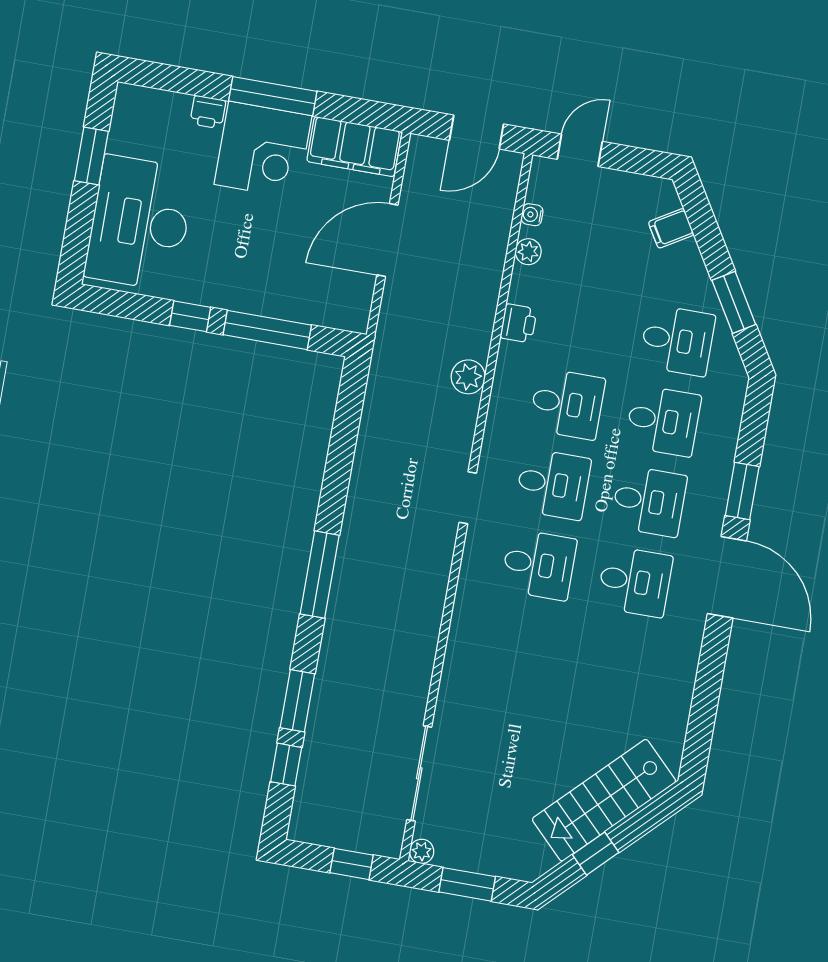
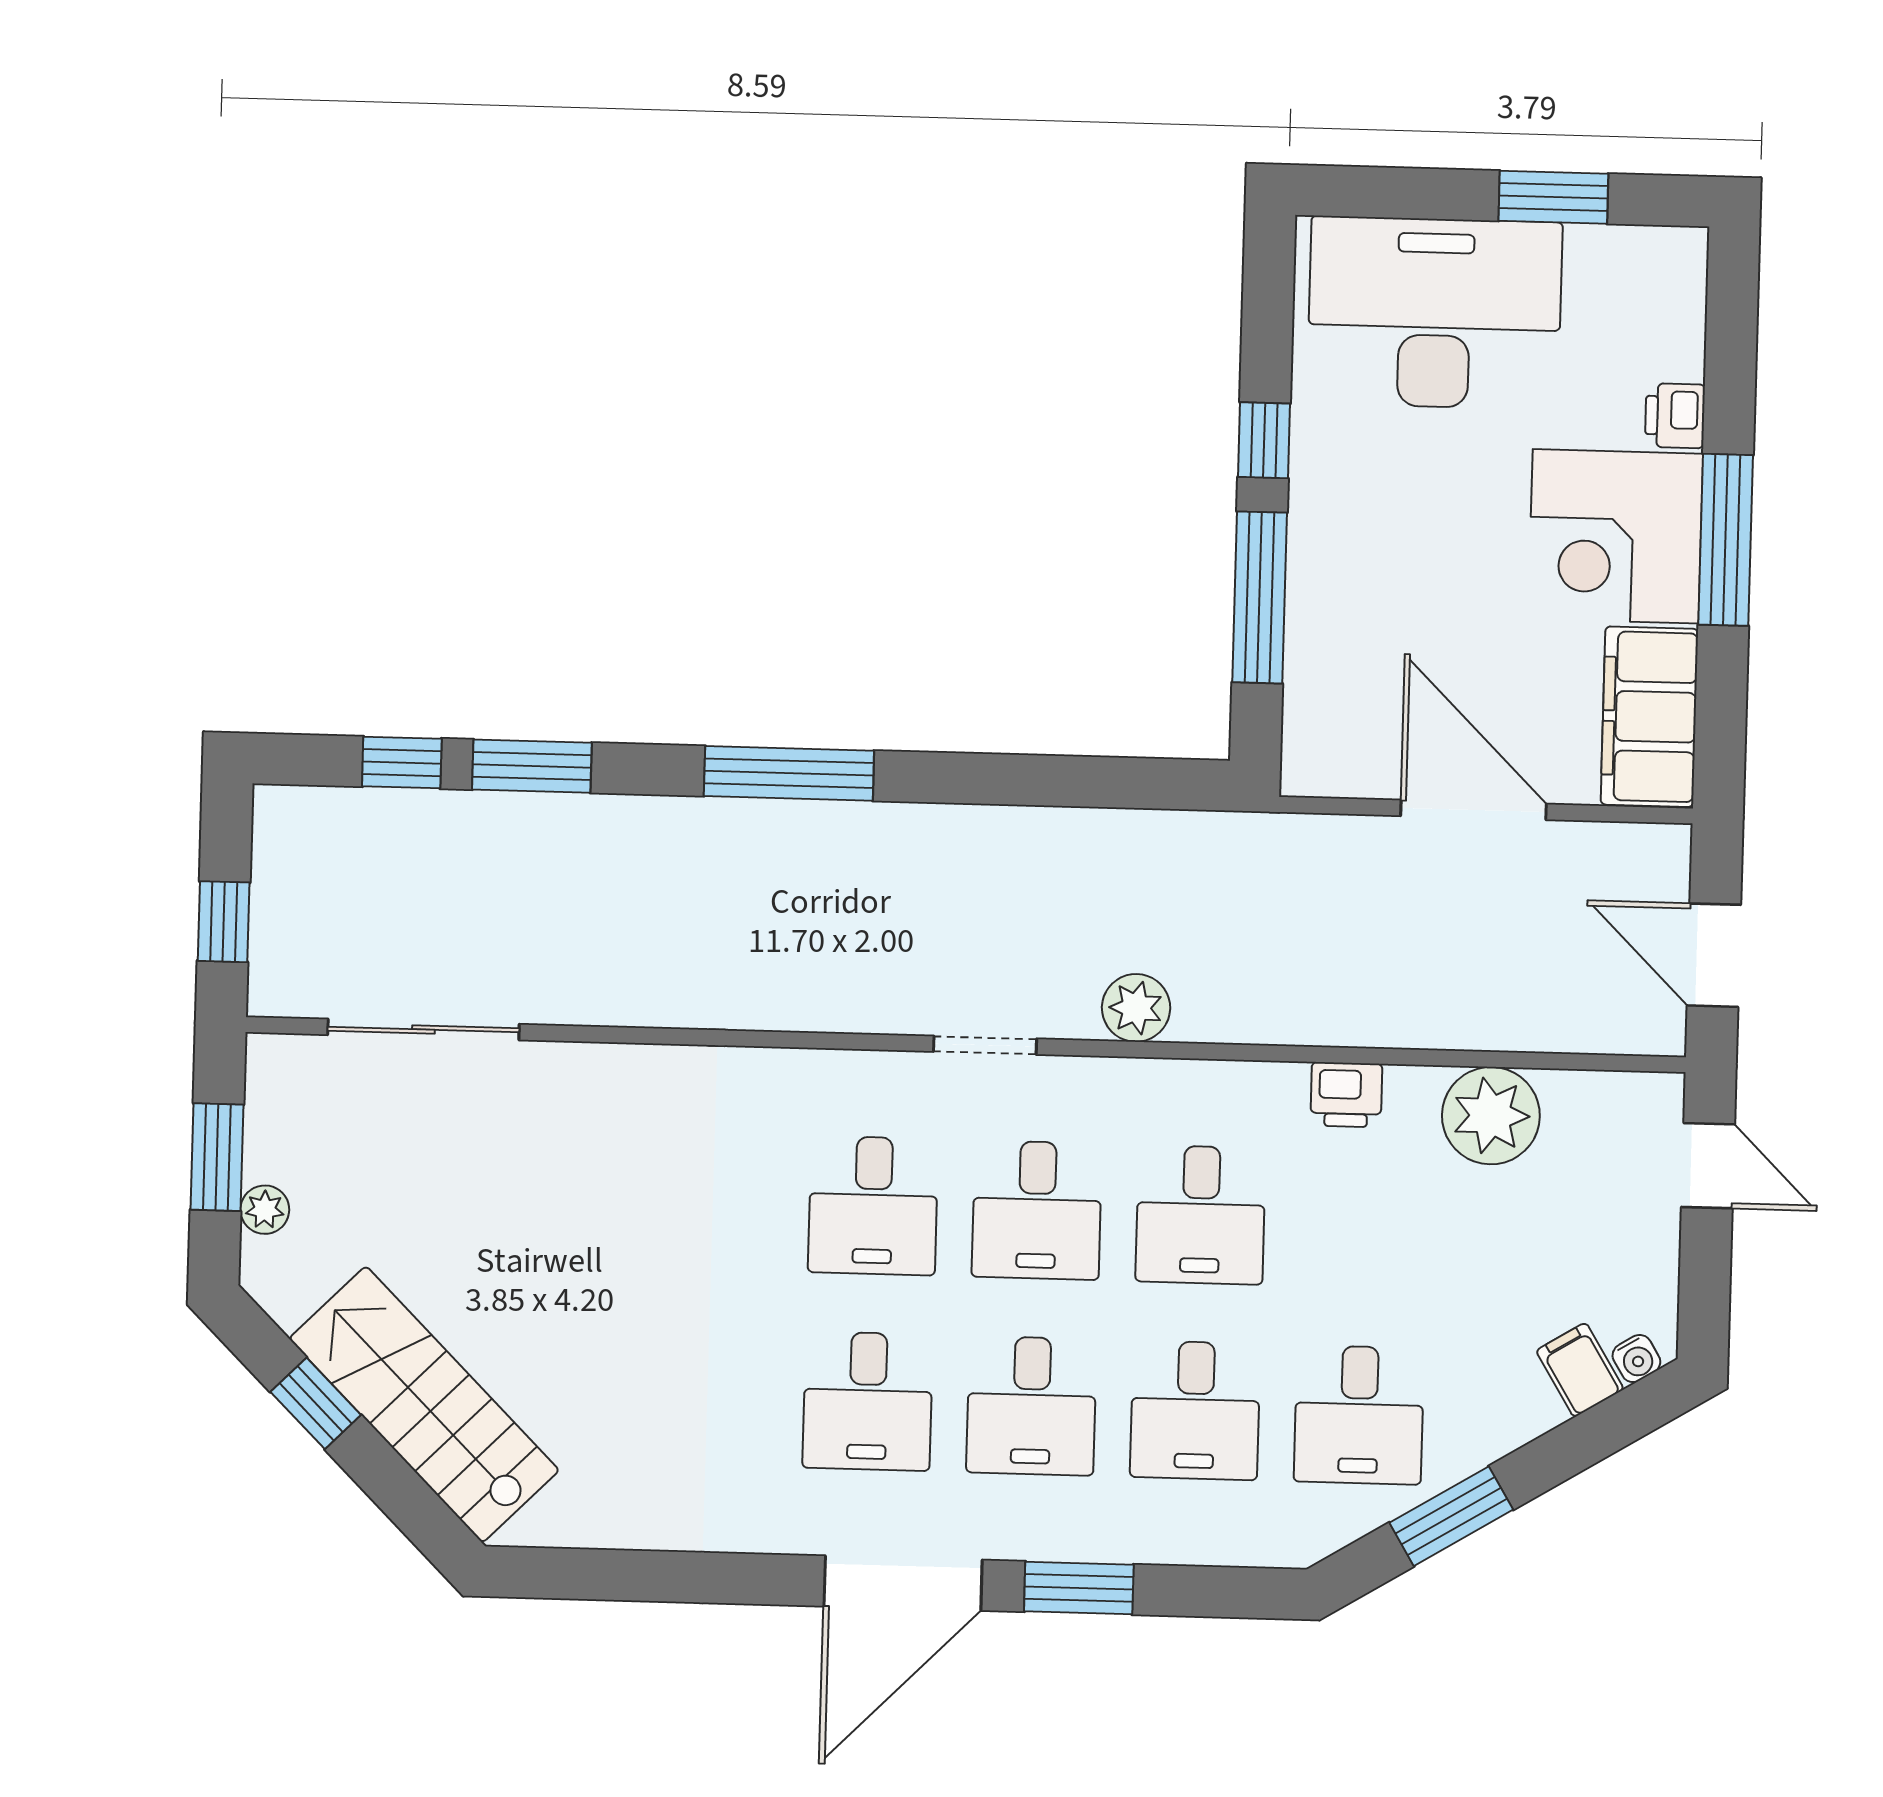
water cooler: (532, 215) -> (1636, 1359), moved, turned 149
plant: (528, 252) -> (1491, 1116), width x1.88, depth x1.88
plant: (468, 377) -> (1136, 1008), moved
plant: (422, 851) -> (265, 1210), moved

